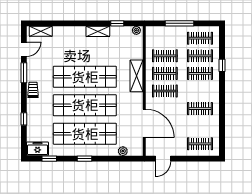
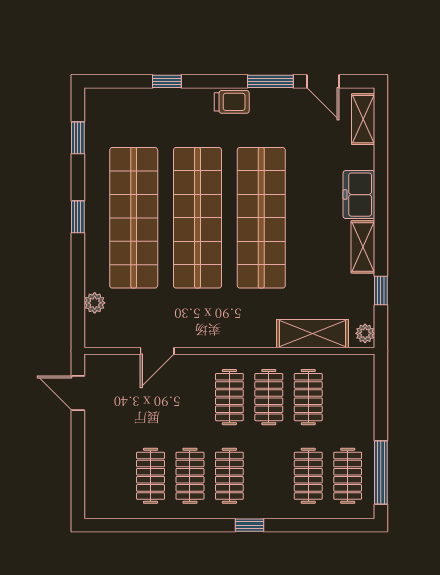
window: (179, 23) -> (381, 472), moved
window: (222, 65) -> (250, 525), moved
clothes rail: (200, 73) -> (229, 476), moved
shelving: (137, 76) -> (313, 334), moved
door: (144, 123) -> (157, 351), width x0.53
clothes rail: (200, 144) -> (151, 476), moved
freezer: (37, 149) -> (359, 195), moved, turned 180

